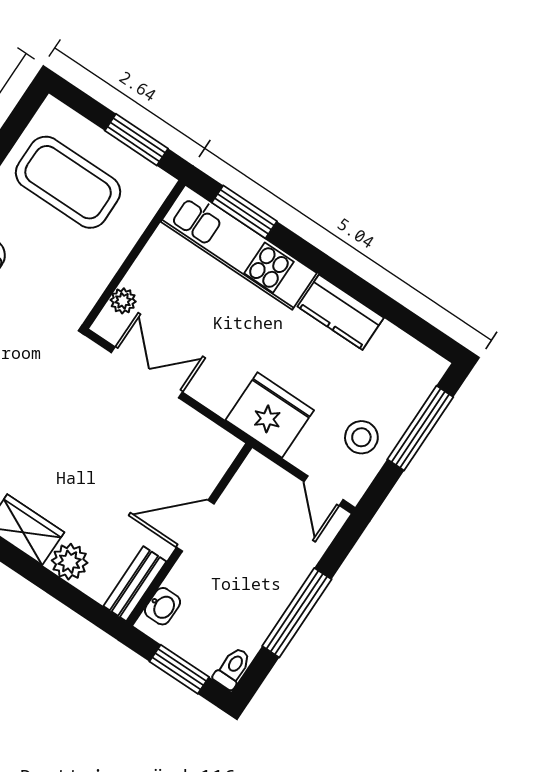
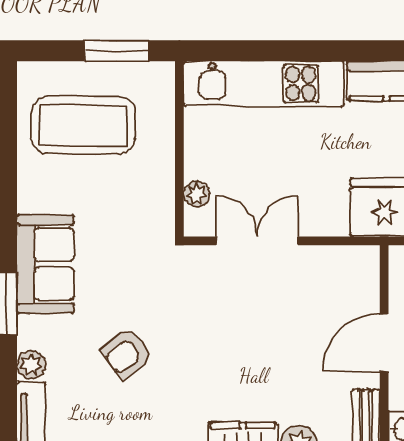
window: (244, 212) -> (249, 51), removed

